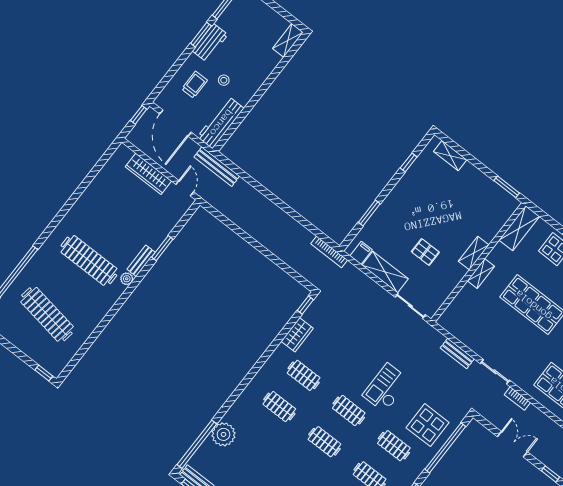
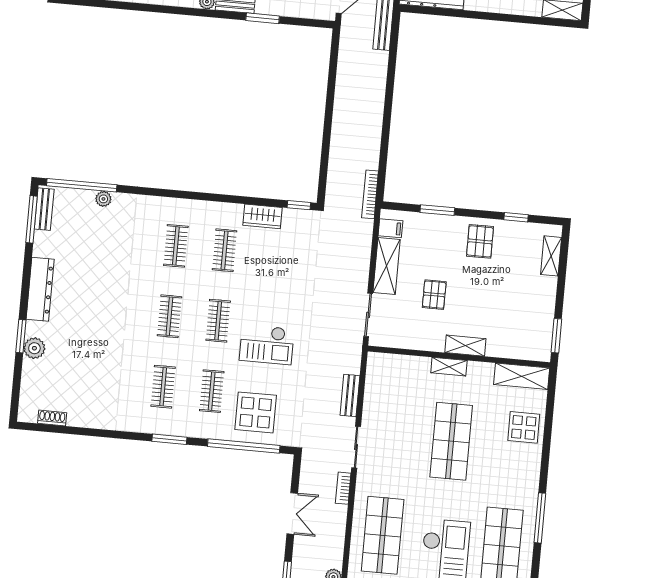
pallet: (409, 198) -> (480, 241), added
checkout: (386, 388) -> (267, 344), turned 180
plant: (224, 434) -> (103, 199), width x0.53, depth x0.53

